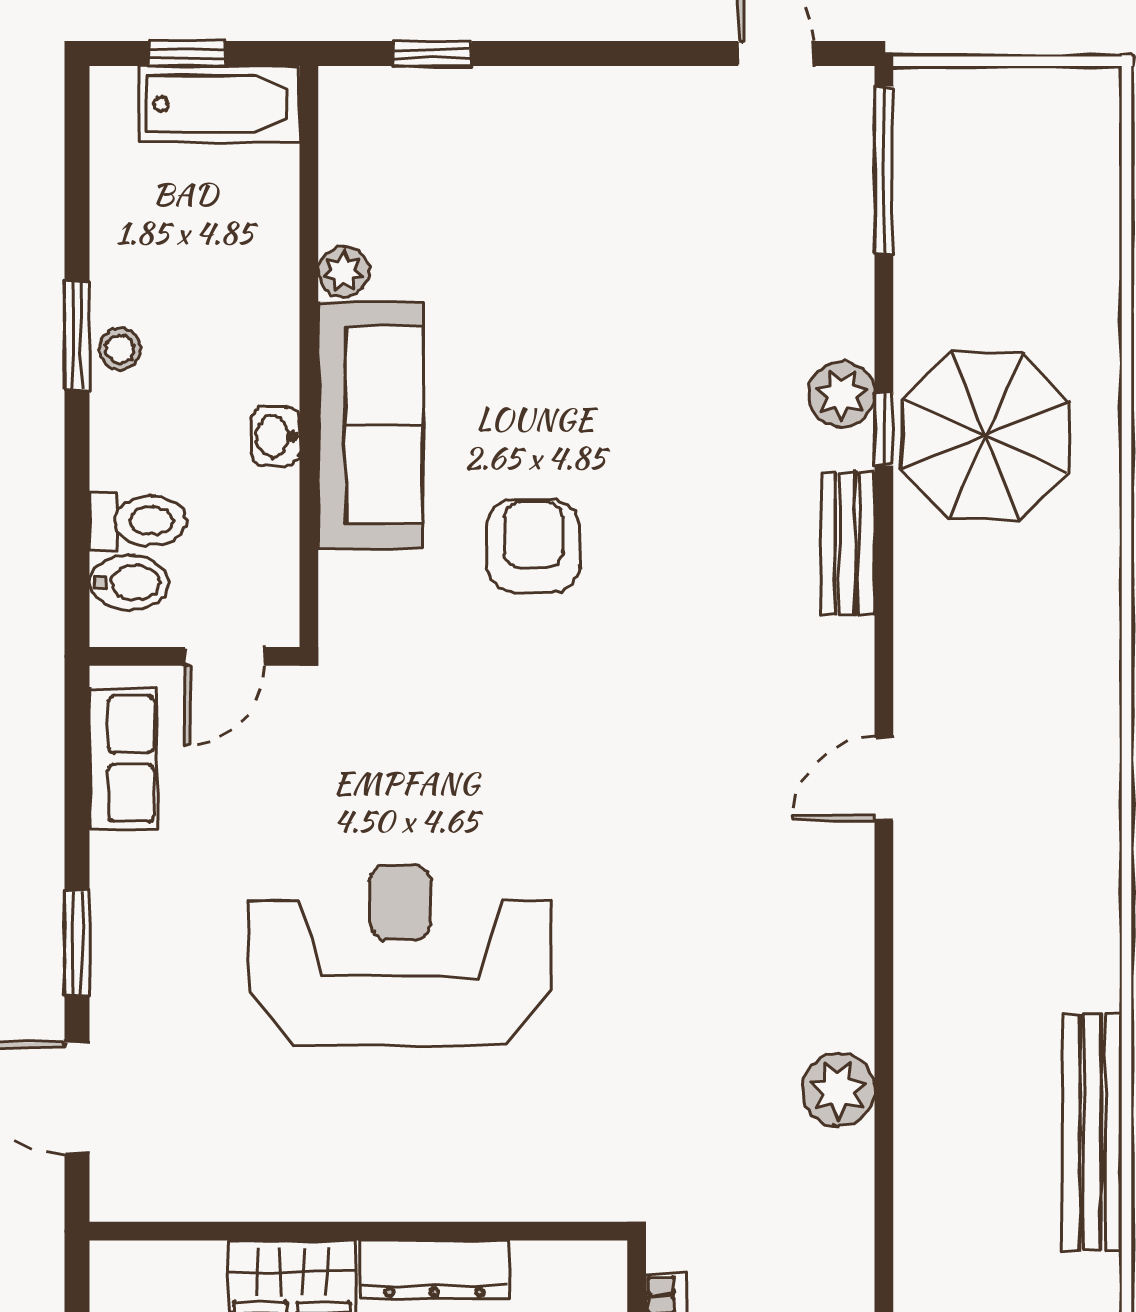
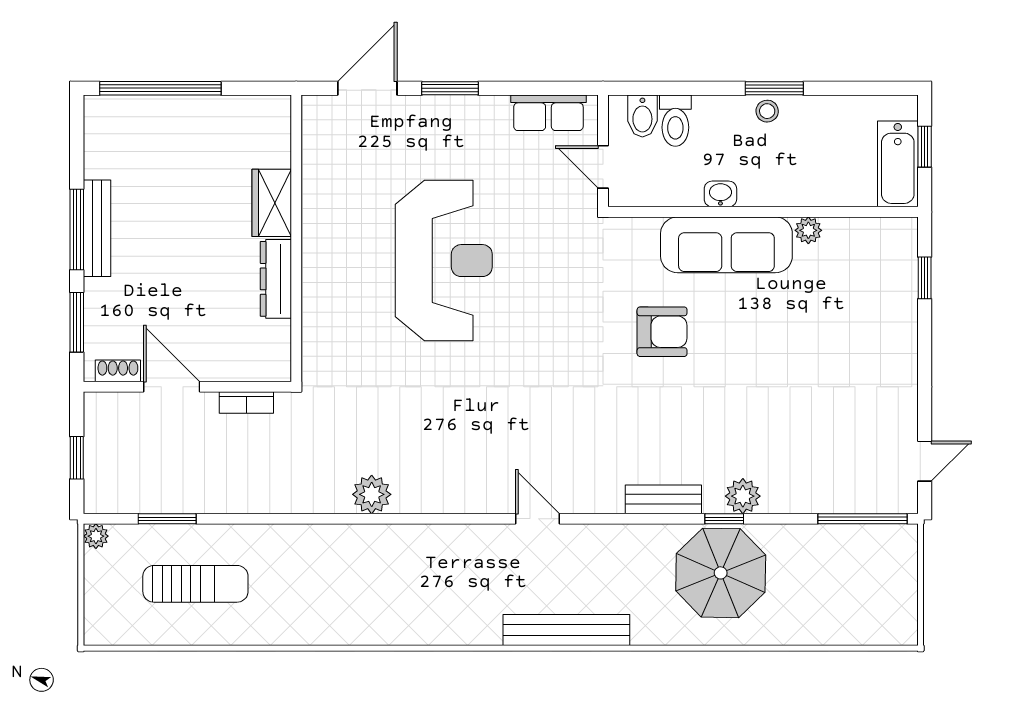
bench: (1092, 1133) -> (566, 630), moved

